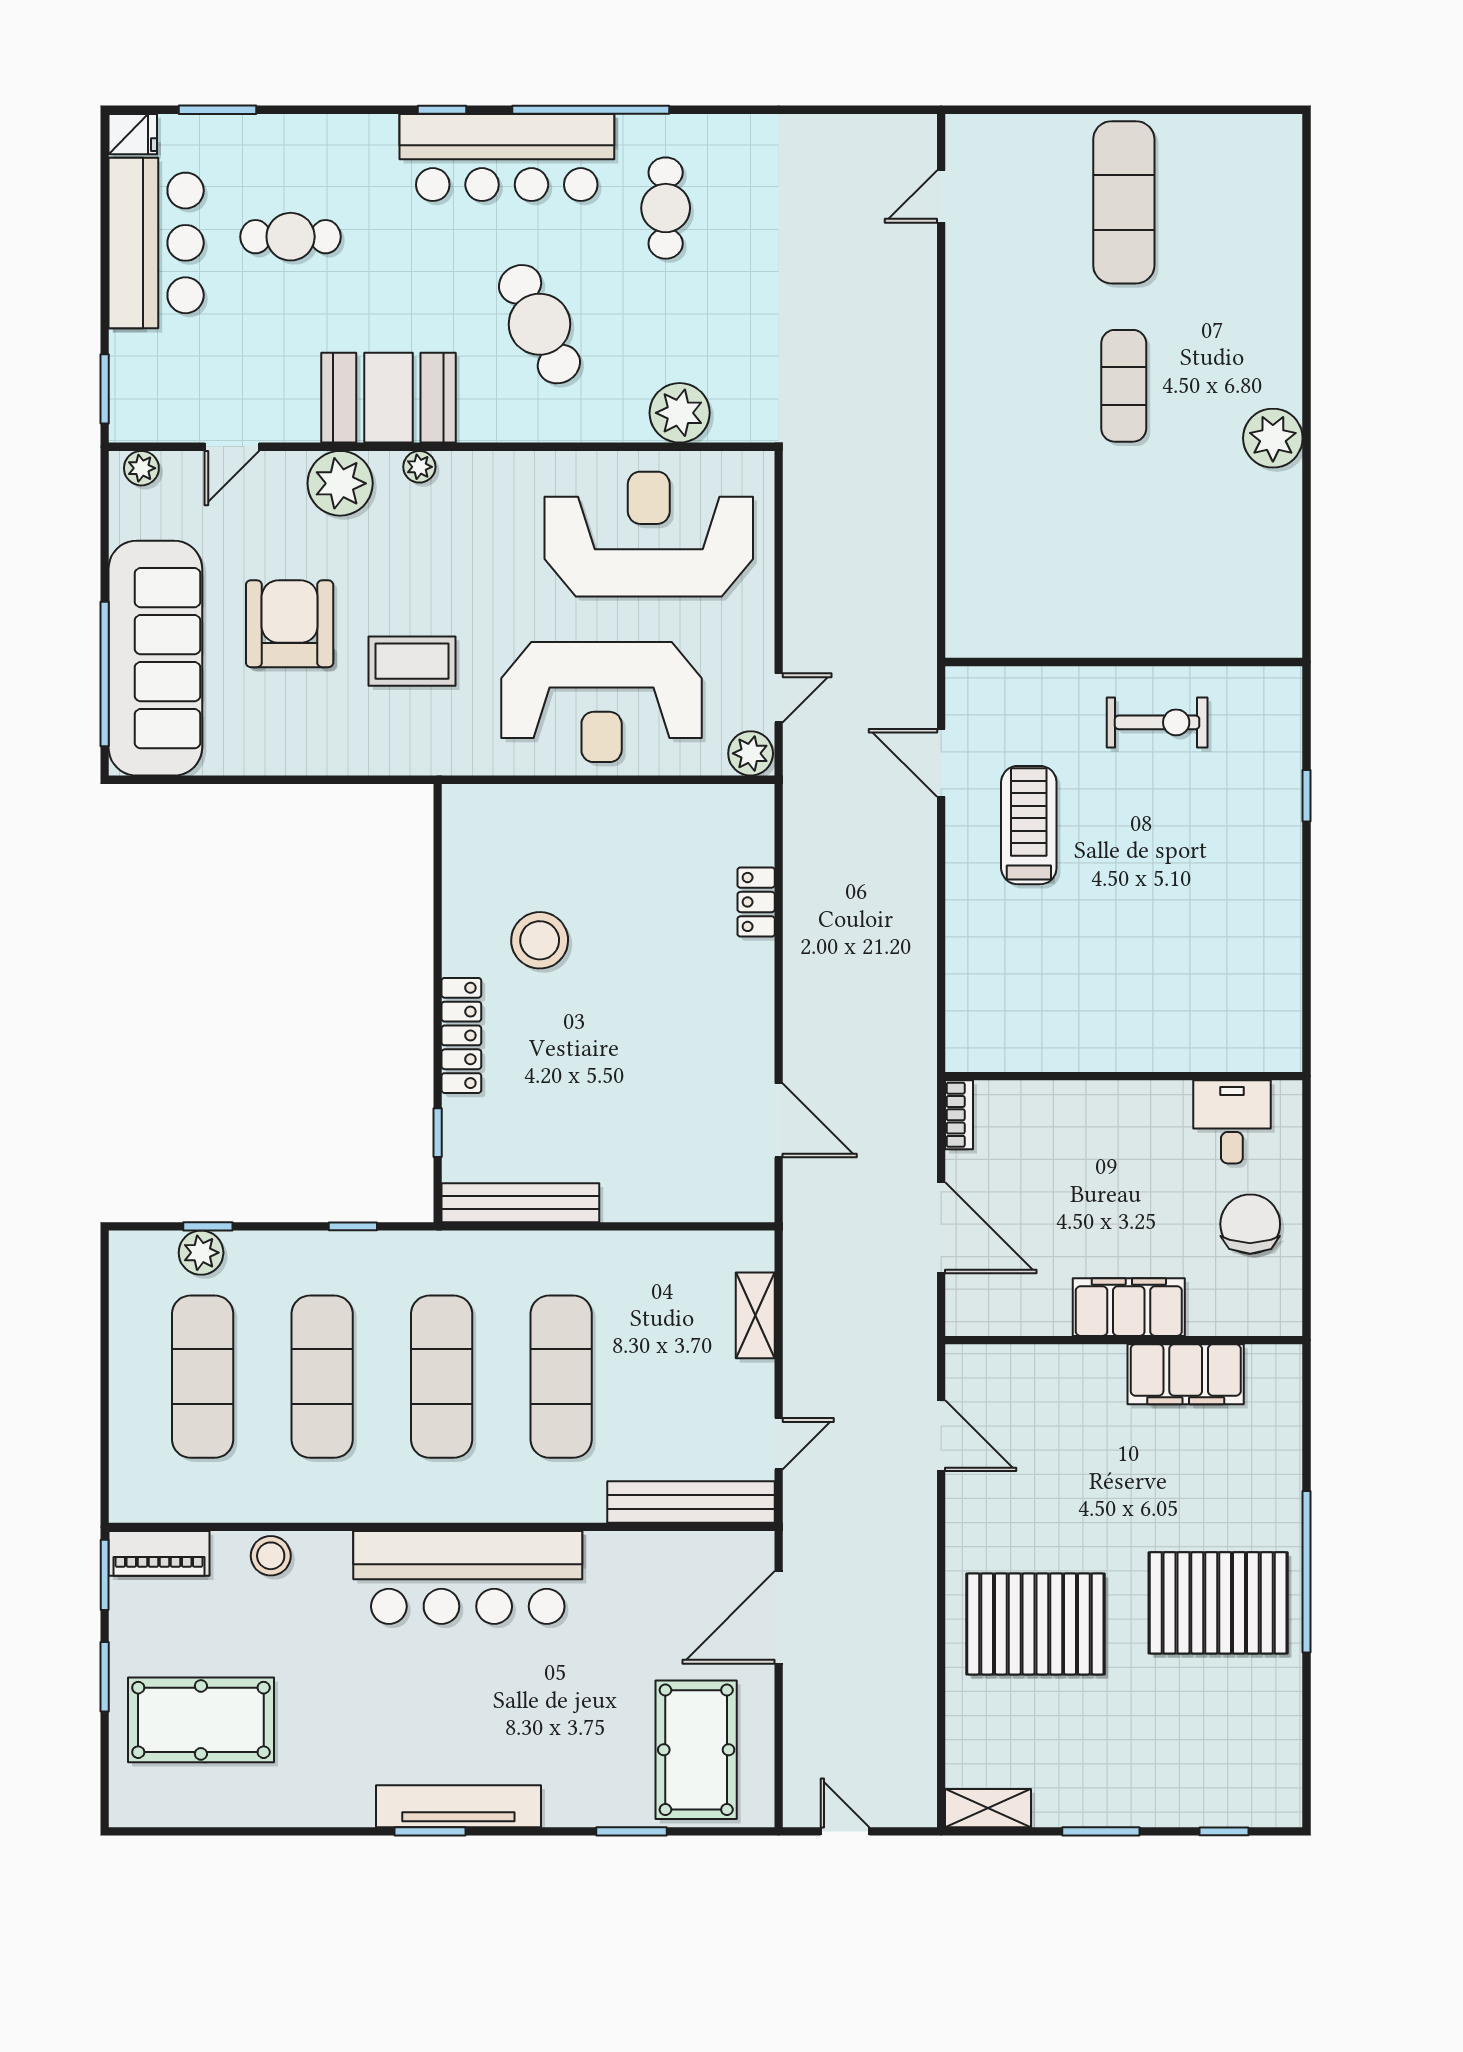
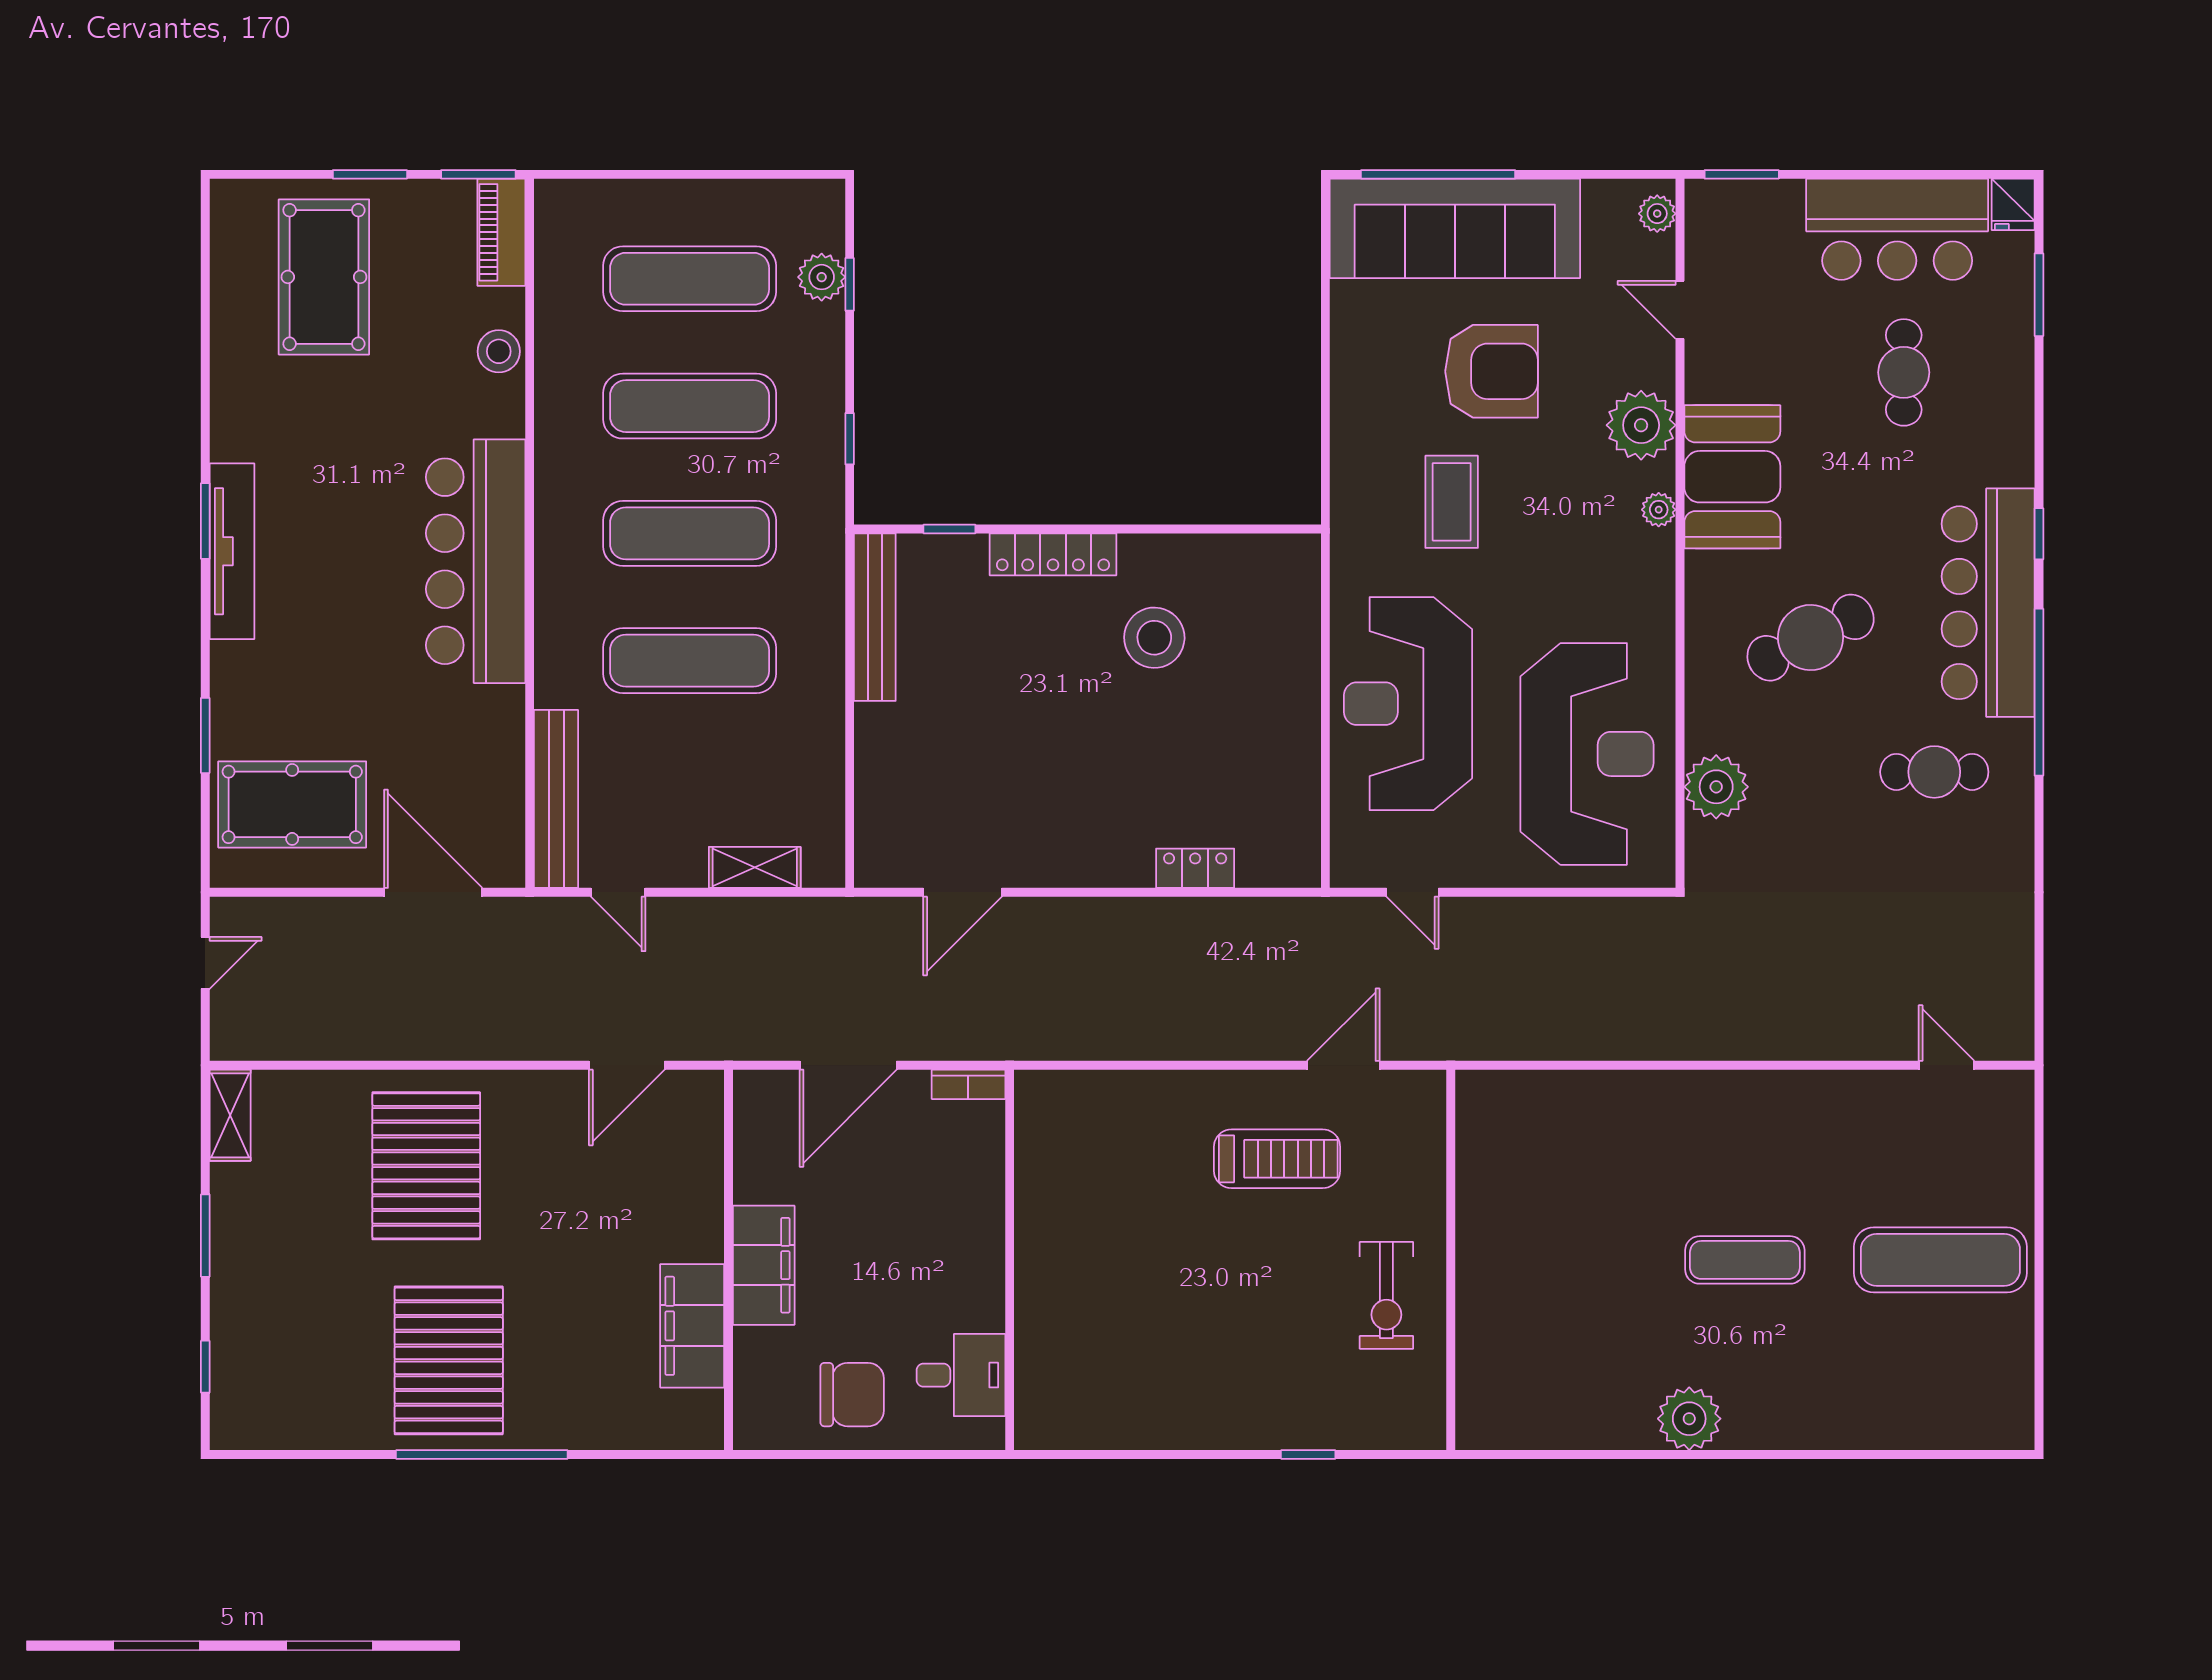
plant: (751, 753) -> (1353, 862), removed

